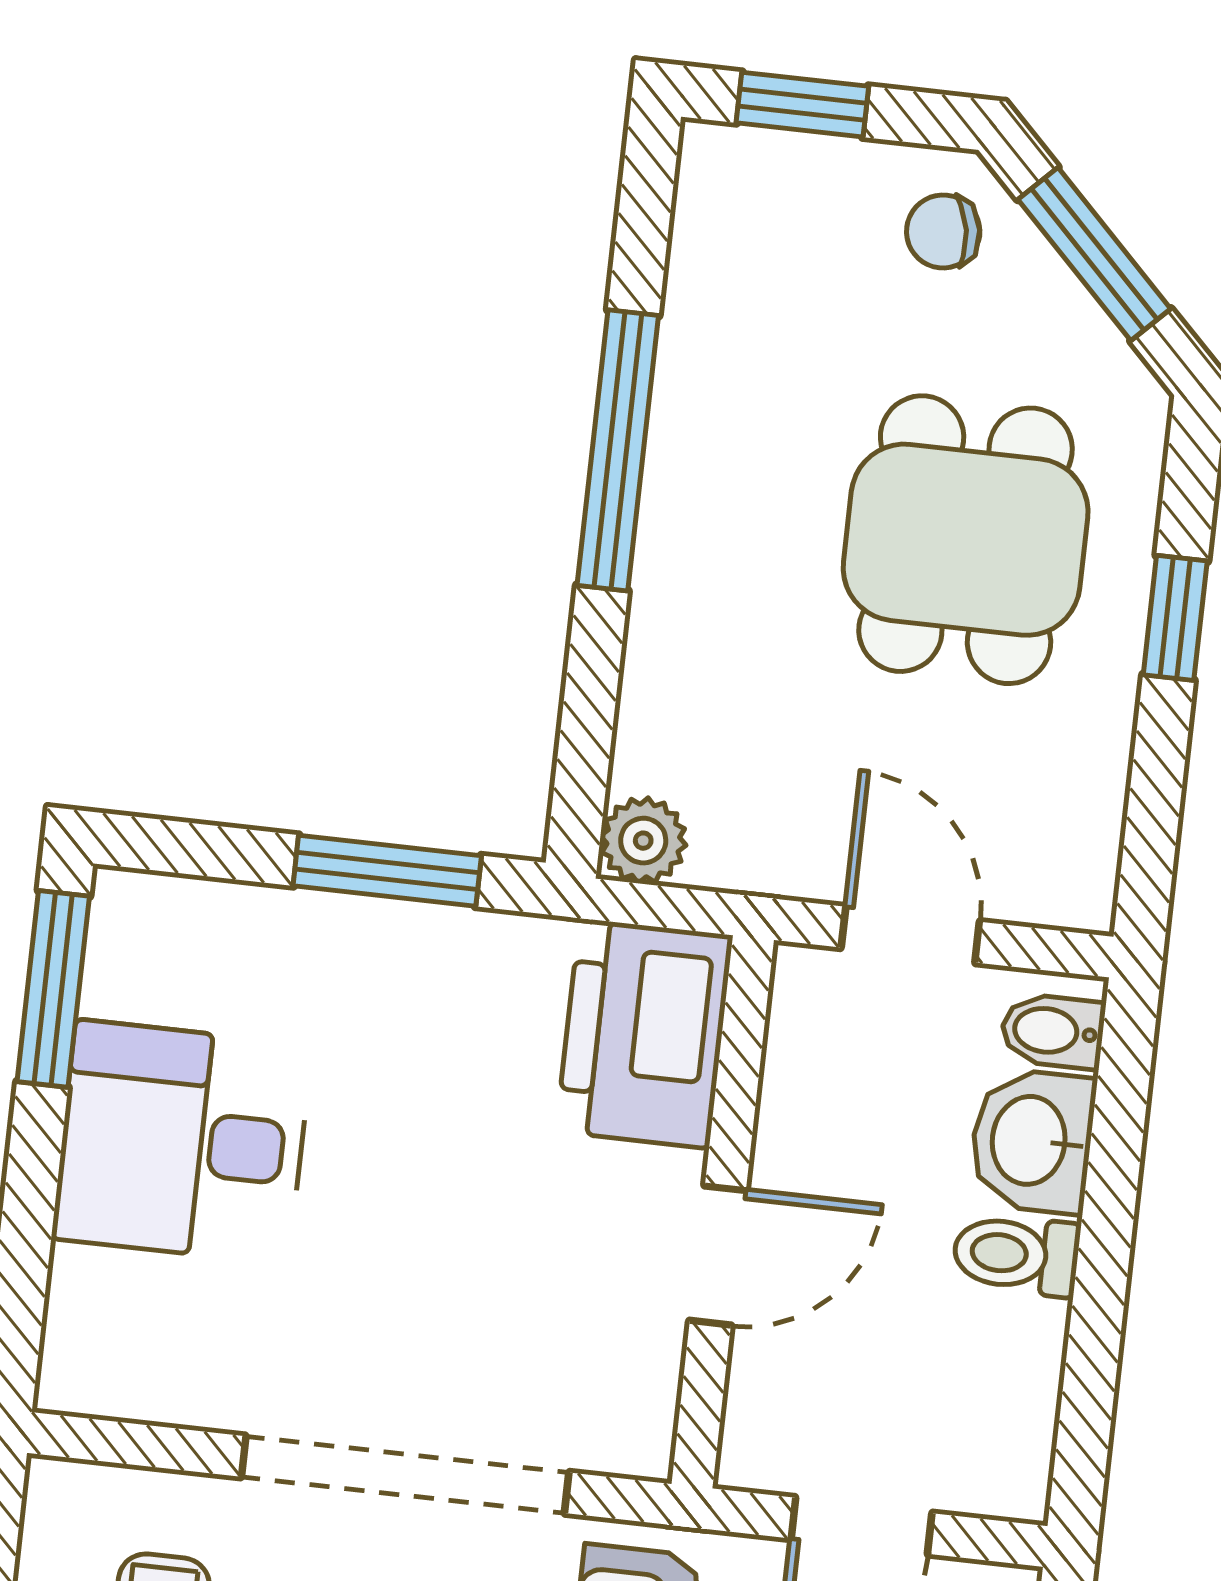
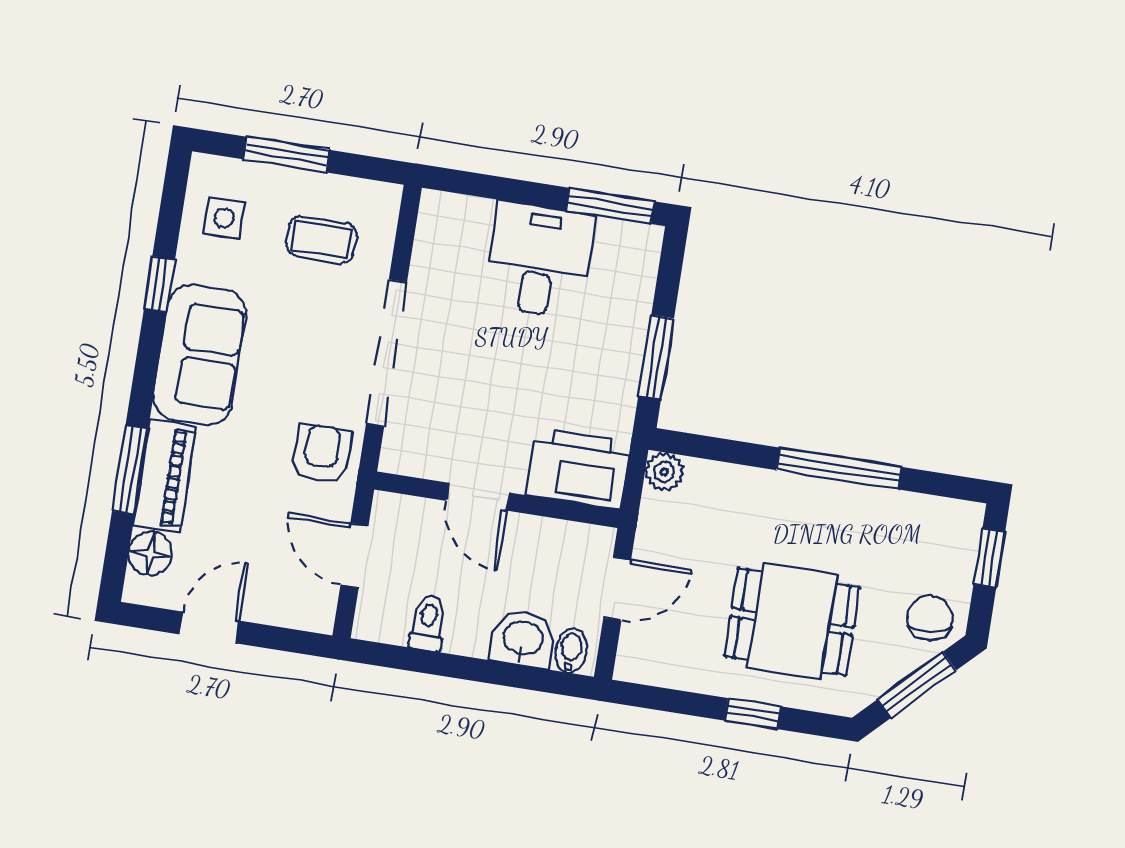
chair: (943, 231) -> (930, 618), width x1.37, depth x1.37
toilet: (1016, 1255) -> (428, 623), moved

